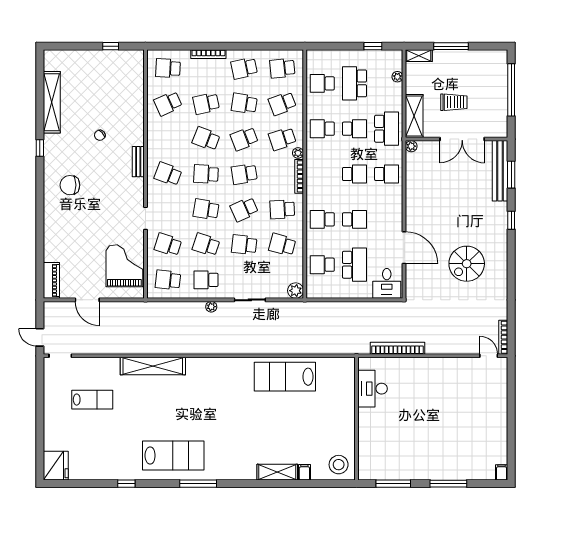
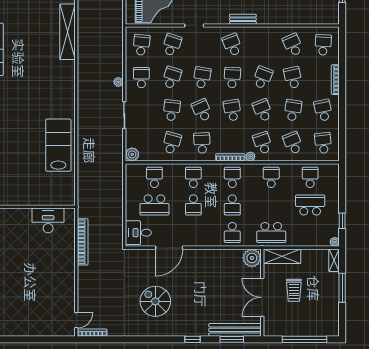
plant: (397, 77) -> (335, 242), moved
school desk: (354, 129) -> (232, 177), moved, turned 180
plant: (411, 146) -> (252, 258), width x1.87, depth x1.87
school desk: (168, 174) -> (232, 45), turned -42

